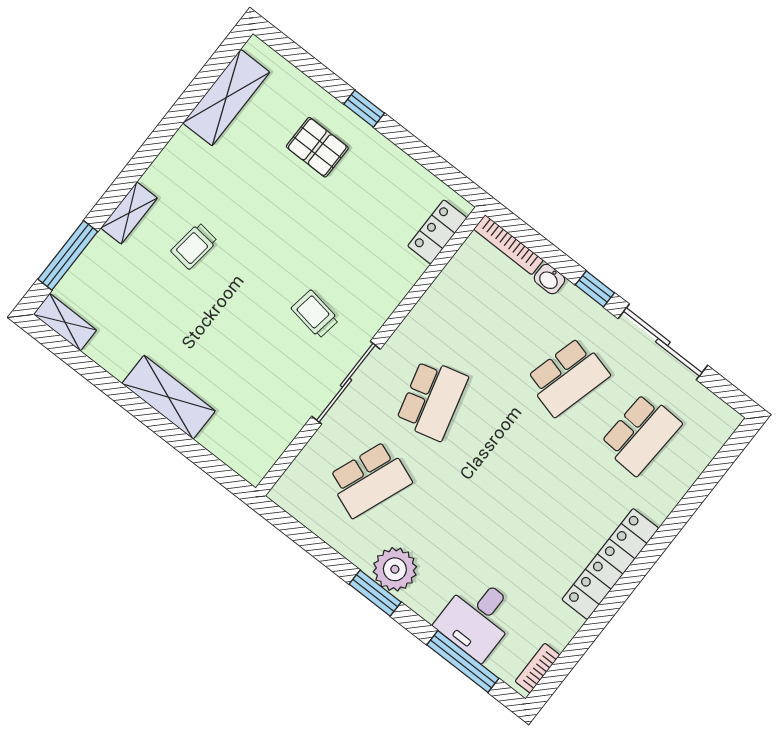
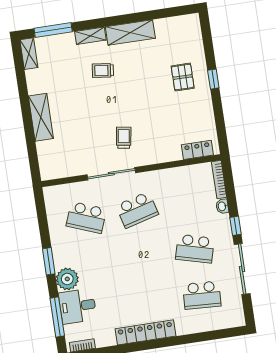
shelving: (226, 98) -> (130, 33), moved
plant: (395, 569) -> (67, 279), moved

